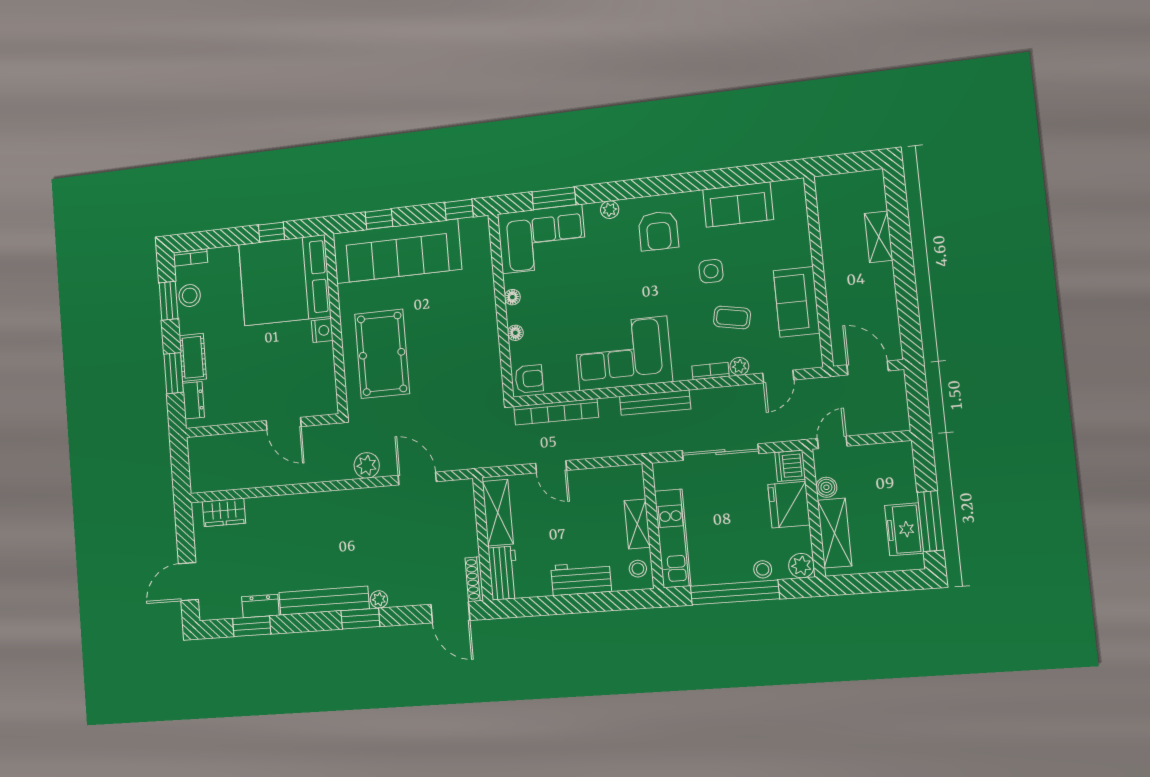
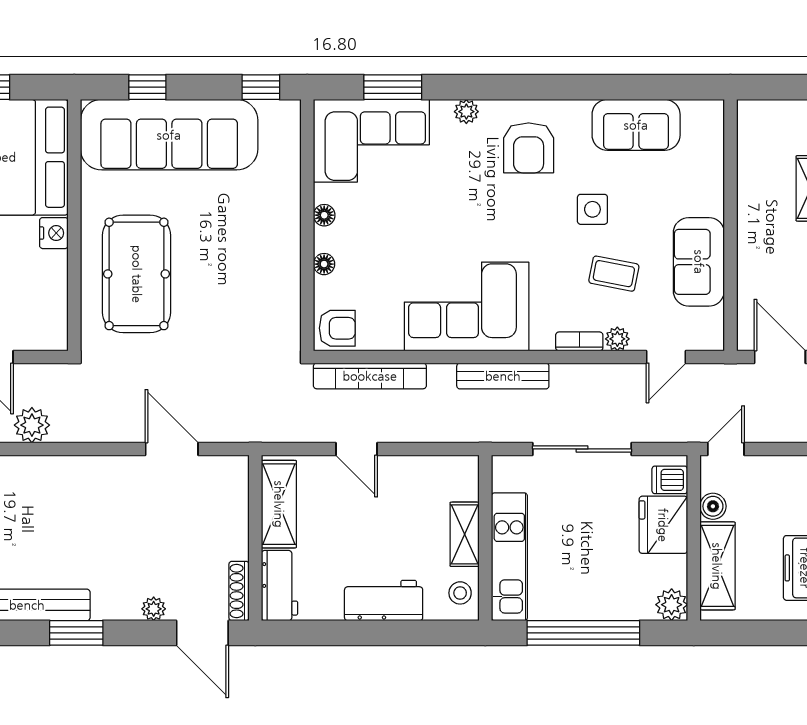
plant: (367, 465) -> (32, 425), moved
dishwasher: (790, 466) -> (670, 480), width x0.73
stool: (763, 569) -> (622, 606), removed
plant: (379, 599) -> (154, 609), moved

